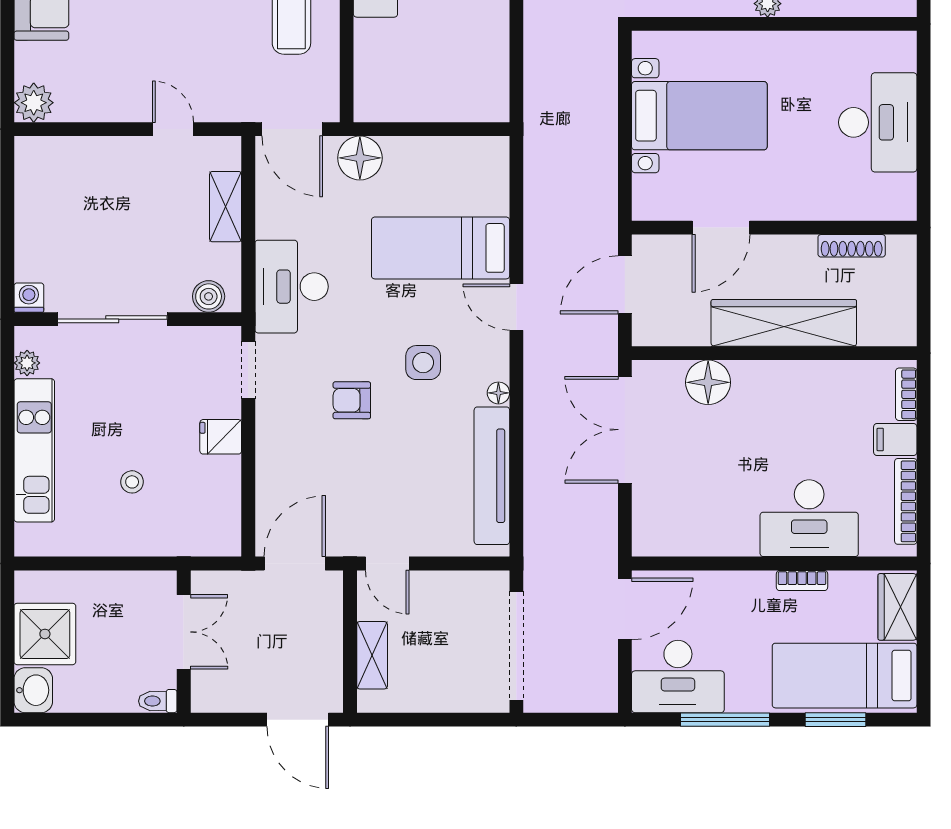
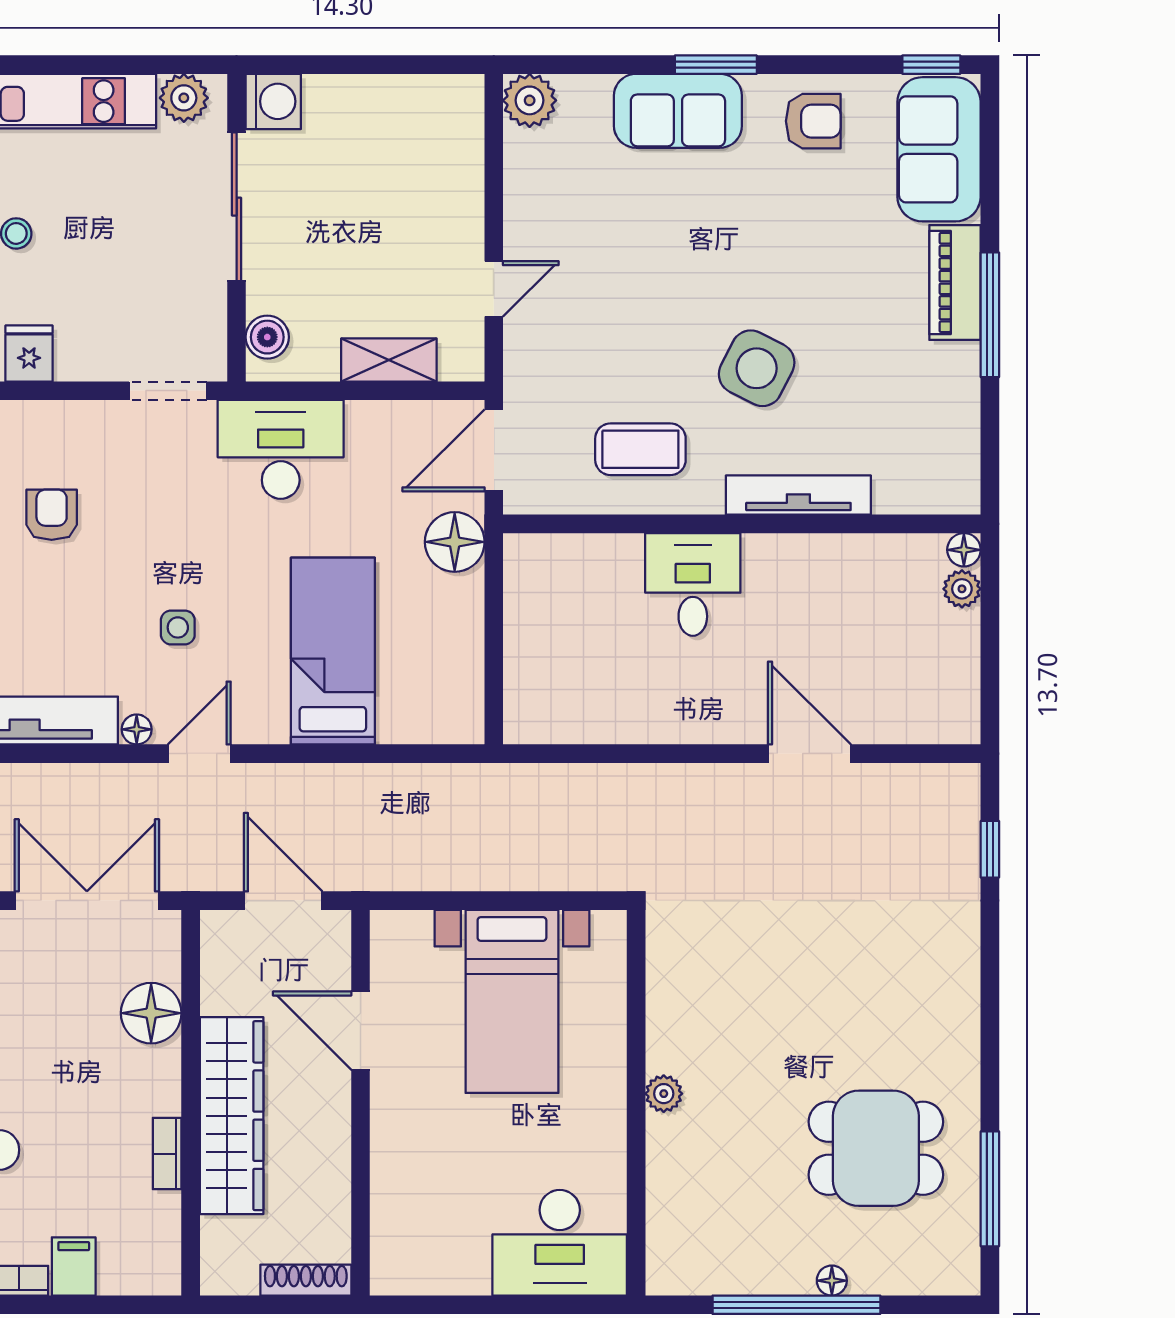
desk: (878, 122) -> (560, 1243), moved
shoe rack: (852, 246) -> (306, 1280), moved, turned 90
washing machine: (29, 298) -> (273, 101), width x1.38, depth x1.38
door: (516, 307) -> (199, 754), moved
plant: (27, 363) -> (184, 98), width x1.38, depth x1.38
side table: (423, 363) -> (178, 627), width x0.73, depth x0.73
bookcase: (906, 394) -> (167, 1154), moved, turned -90
armchair: (352, 400) -> (52, 515), moved
fridge: (221, 437) -> (29, 353), moved

